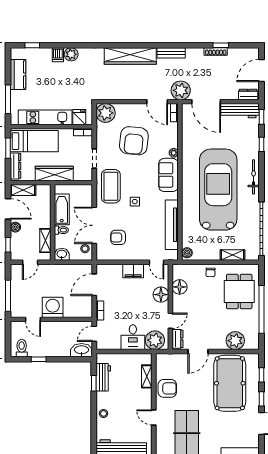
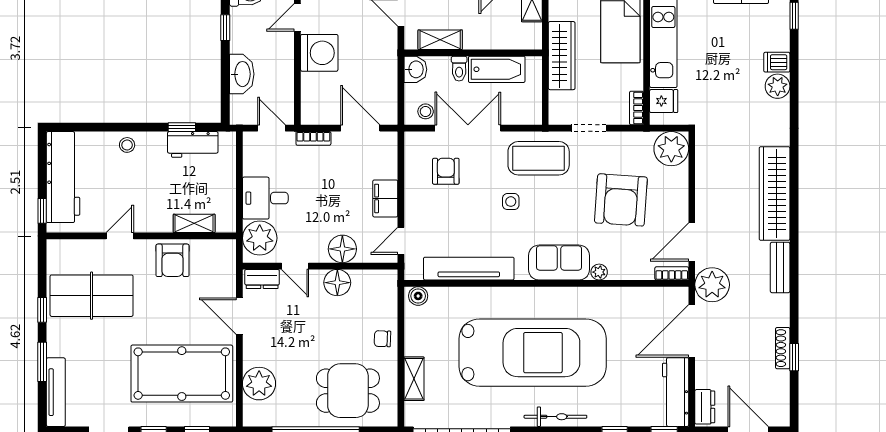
armchair: (134, 141) -> (621, 200), turned -92
floor lamp: (180, 287) -> (337, 283), moved
washbasin: (82, 350) -> (242, 74), moved

